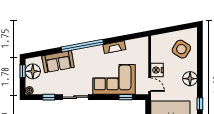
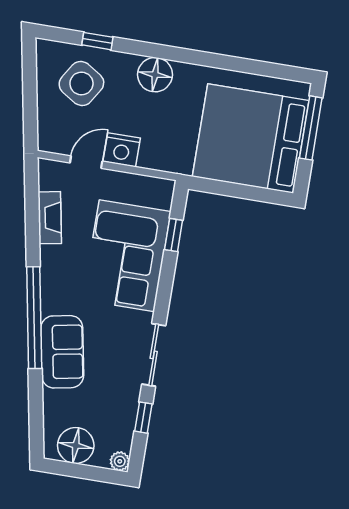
fireplace: (114, 47) -> (50, 218), moved
sofa: (58, 62) -> (62, 352), moved
window: (23, 71) -> (71, 470), removed
door: (150, 85) -> (86, 162), moved
window: (200, 104) -> (97, 41), moved

